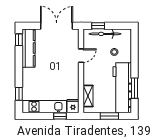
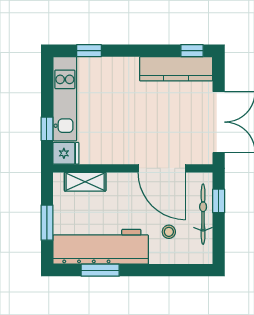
door: (81, 56) -> (162, 168), width x1.87

